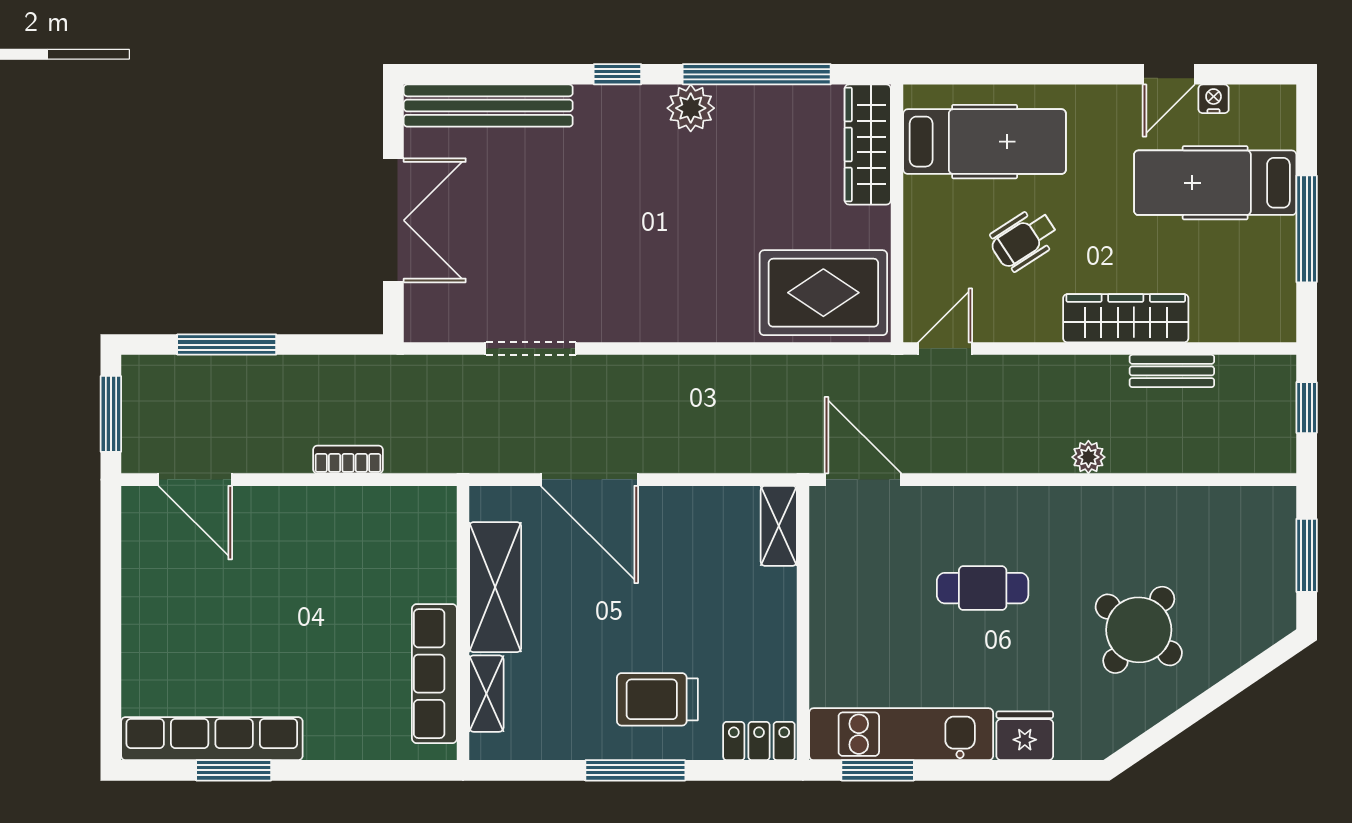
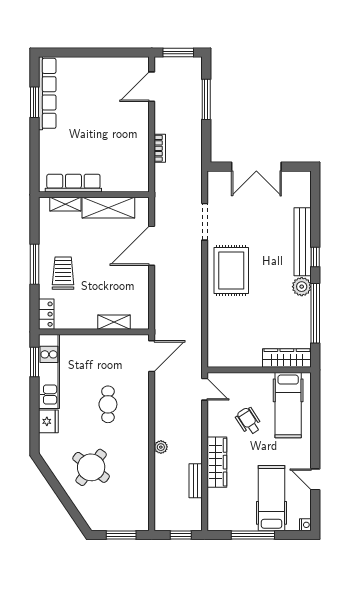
nightstand: (1214, 99) -> (305, 525), moved
bench: (488, 106) -> (303, 242), moved
rug: (823, 293) -> (231, 271), moved
shelving: (779, 526) -> (114, 322), moved

